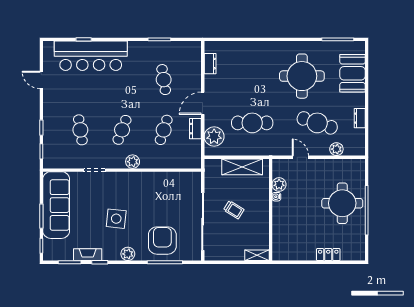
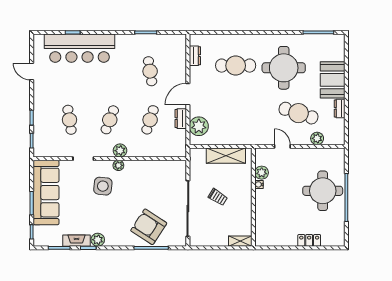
booth: (352, 73) -> (333, 80), moved
cafe table: (252, 123) -> (236, 66), moved
plant: (131, 177) -> (118, 165), added
side table: (116, 219) -> (103, 186), moved
armchair: (162, 241) -> (149, 227), turned -57
plant: (128, 254) -> (98, 240), moved

